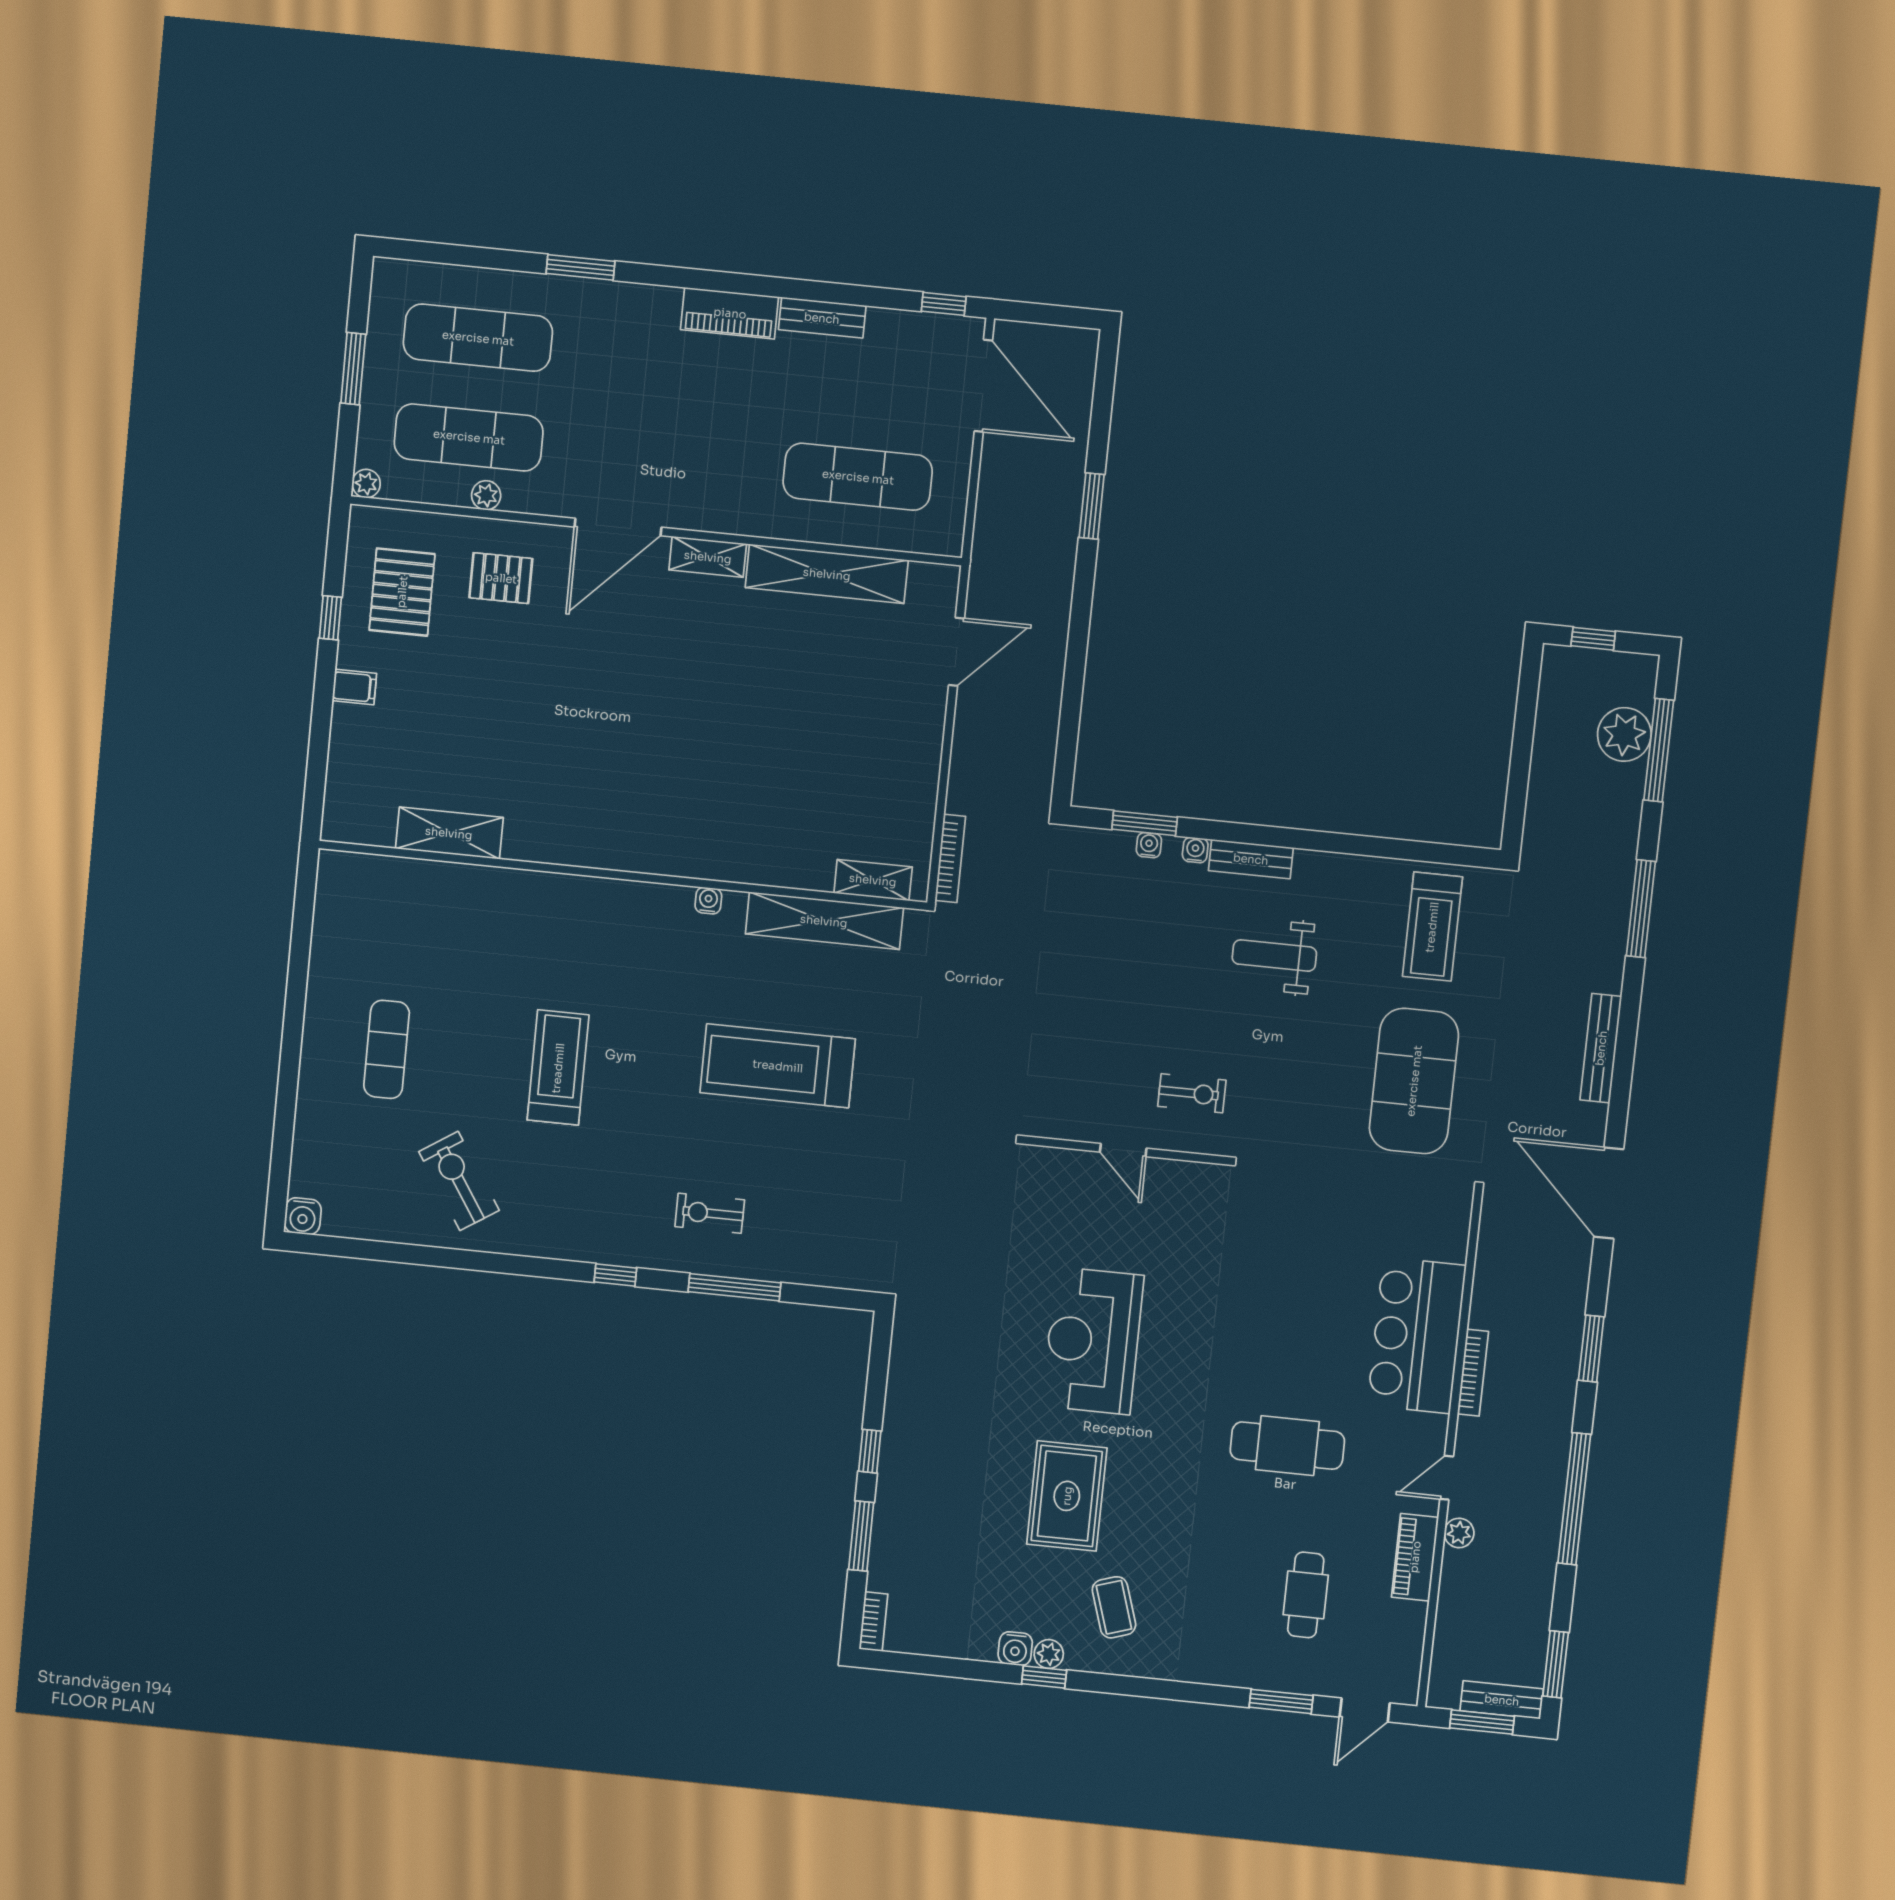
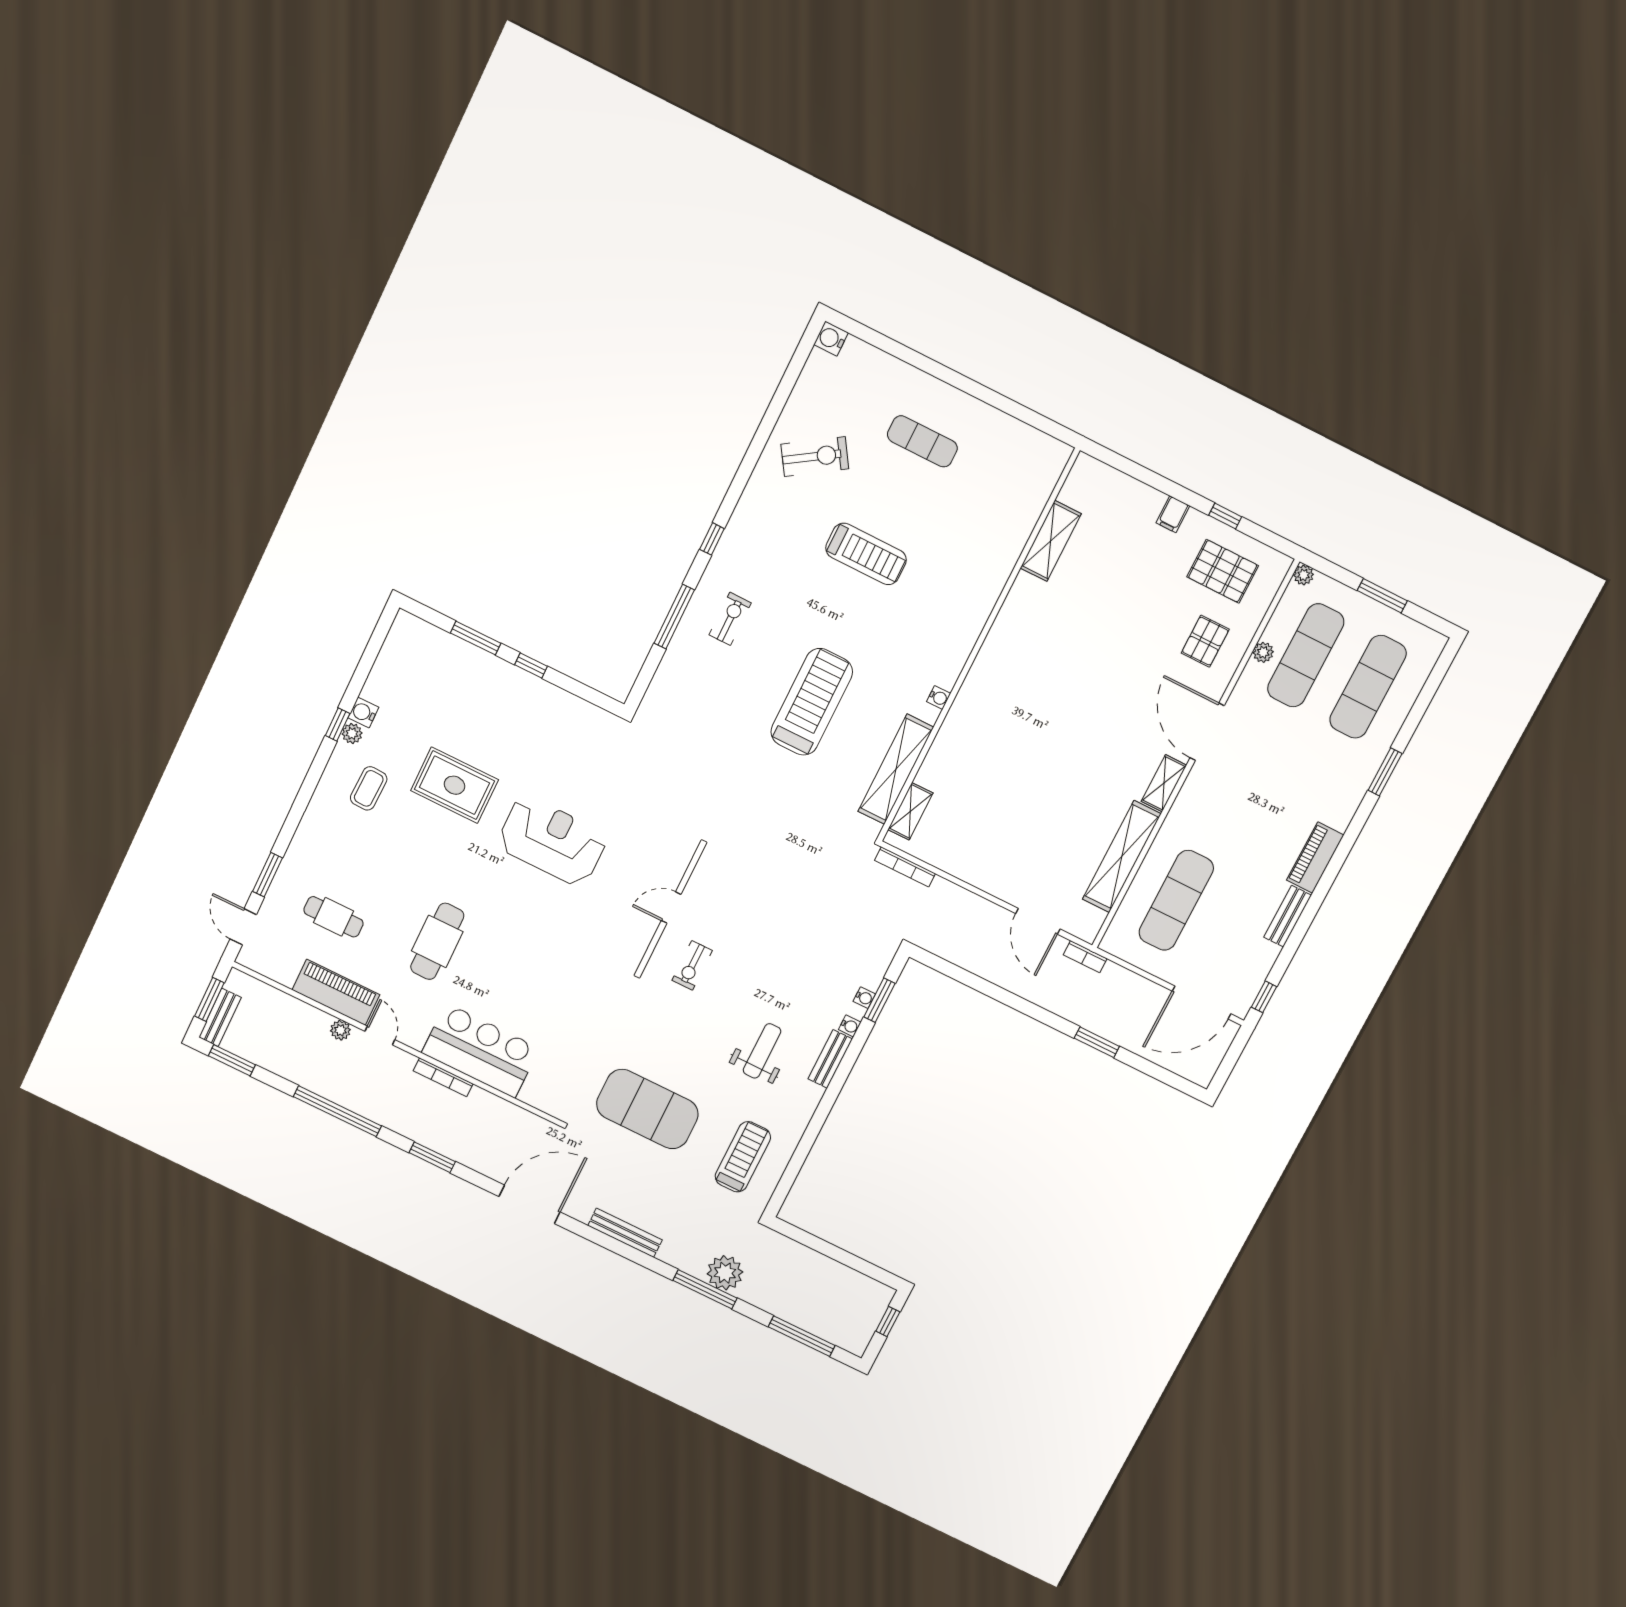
plant: (1624, 734) -> (725, 1273), moved
treadmill: (1432, 927) -> (743, 1157), turned 90
piano: (1415, 1557) -> (336, 992), width x1.37, depth x1.33
coffee table: (1114, 1607) -> (369, 788), turned -70
bookcase: (873, 1621) -> (1085, 957), moved

